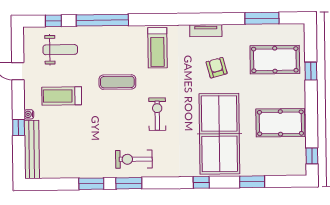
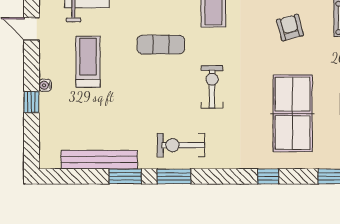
treadmill: (62, 96) -> (88, 62), turned 90
table tennis table: (219, 134) -> (293, 113), width x0.73, depth x0.76
bench: (32, 150) -> (99, 160), moved, turned 90

